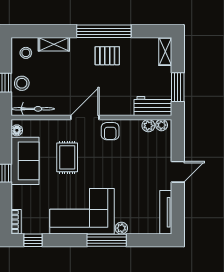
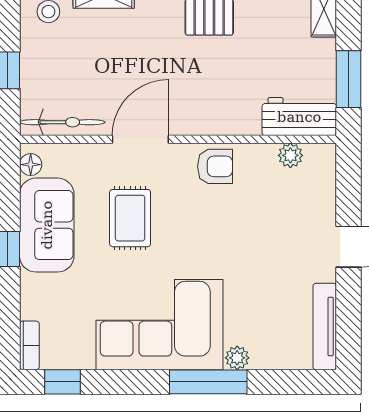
stool: (22, 83) -> (40, 72), removed
door: (85, 118) -> (140, 139), moved
plant: (162, 125) -> (317, 154), removed
armchair: (110, 131) -> (215, 166), turned -90

